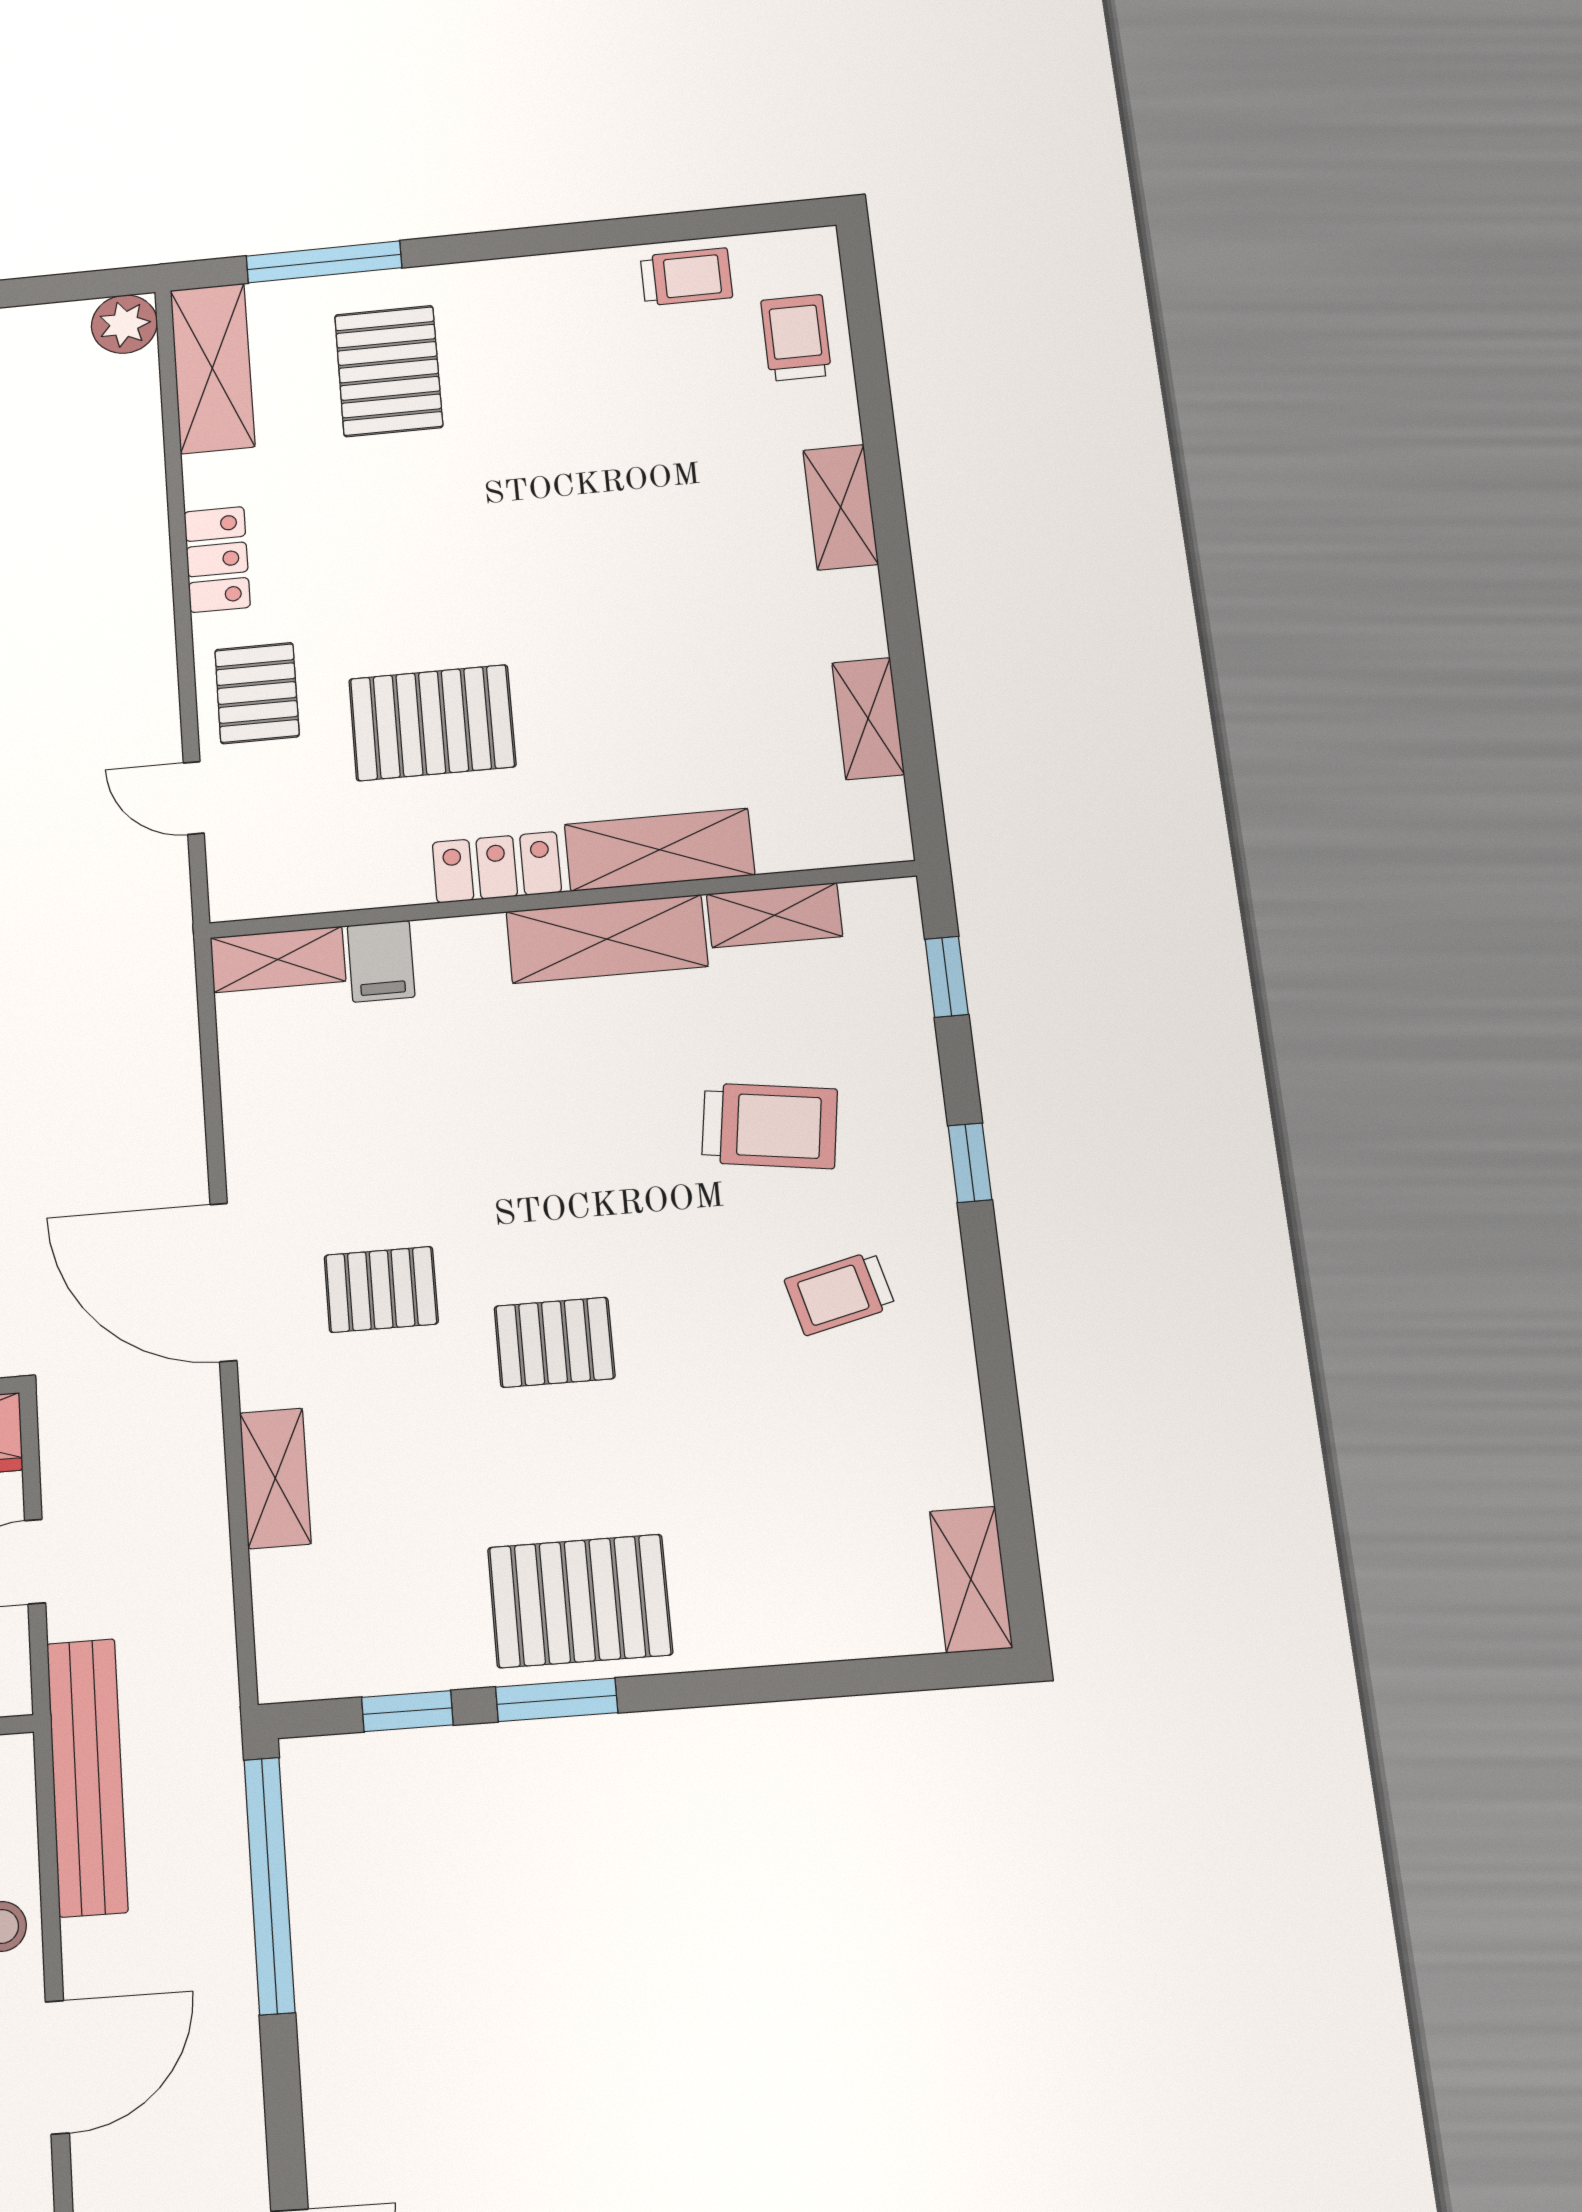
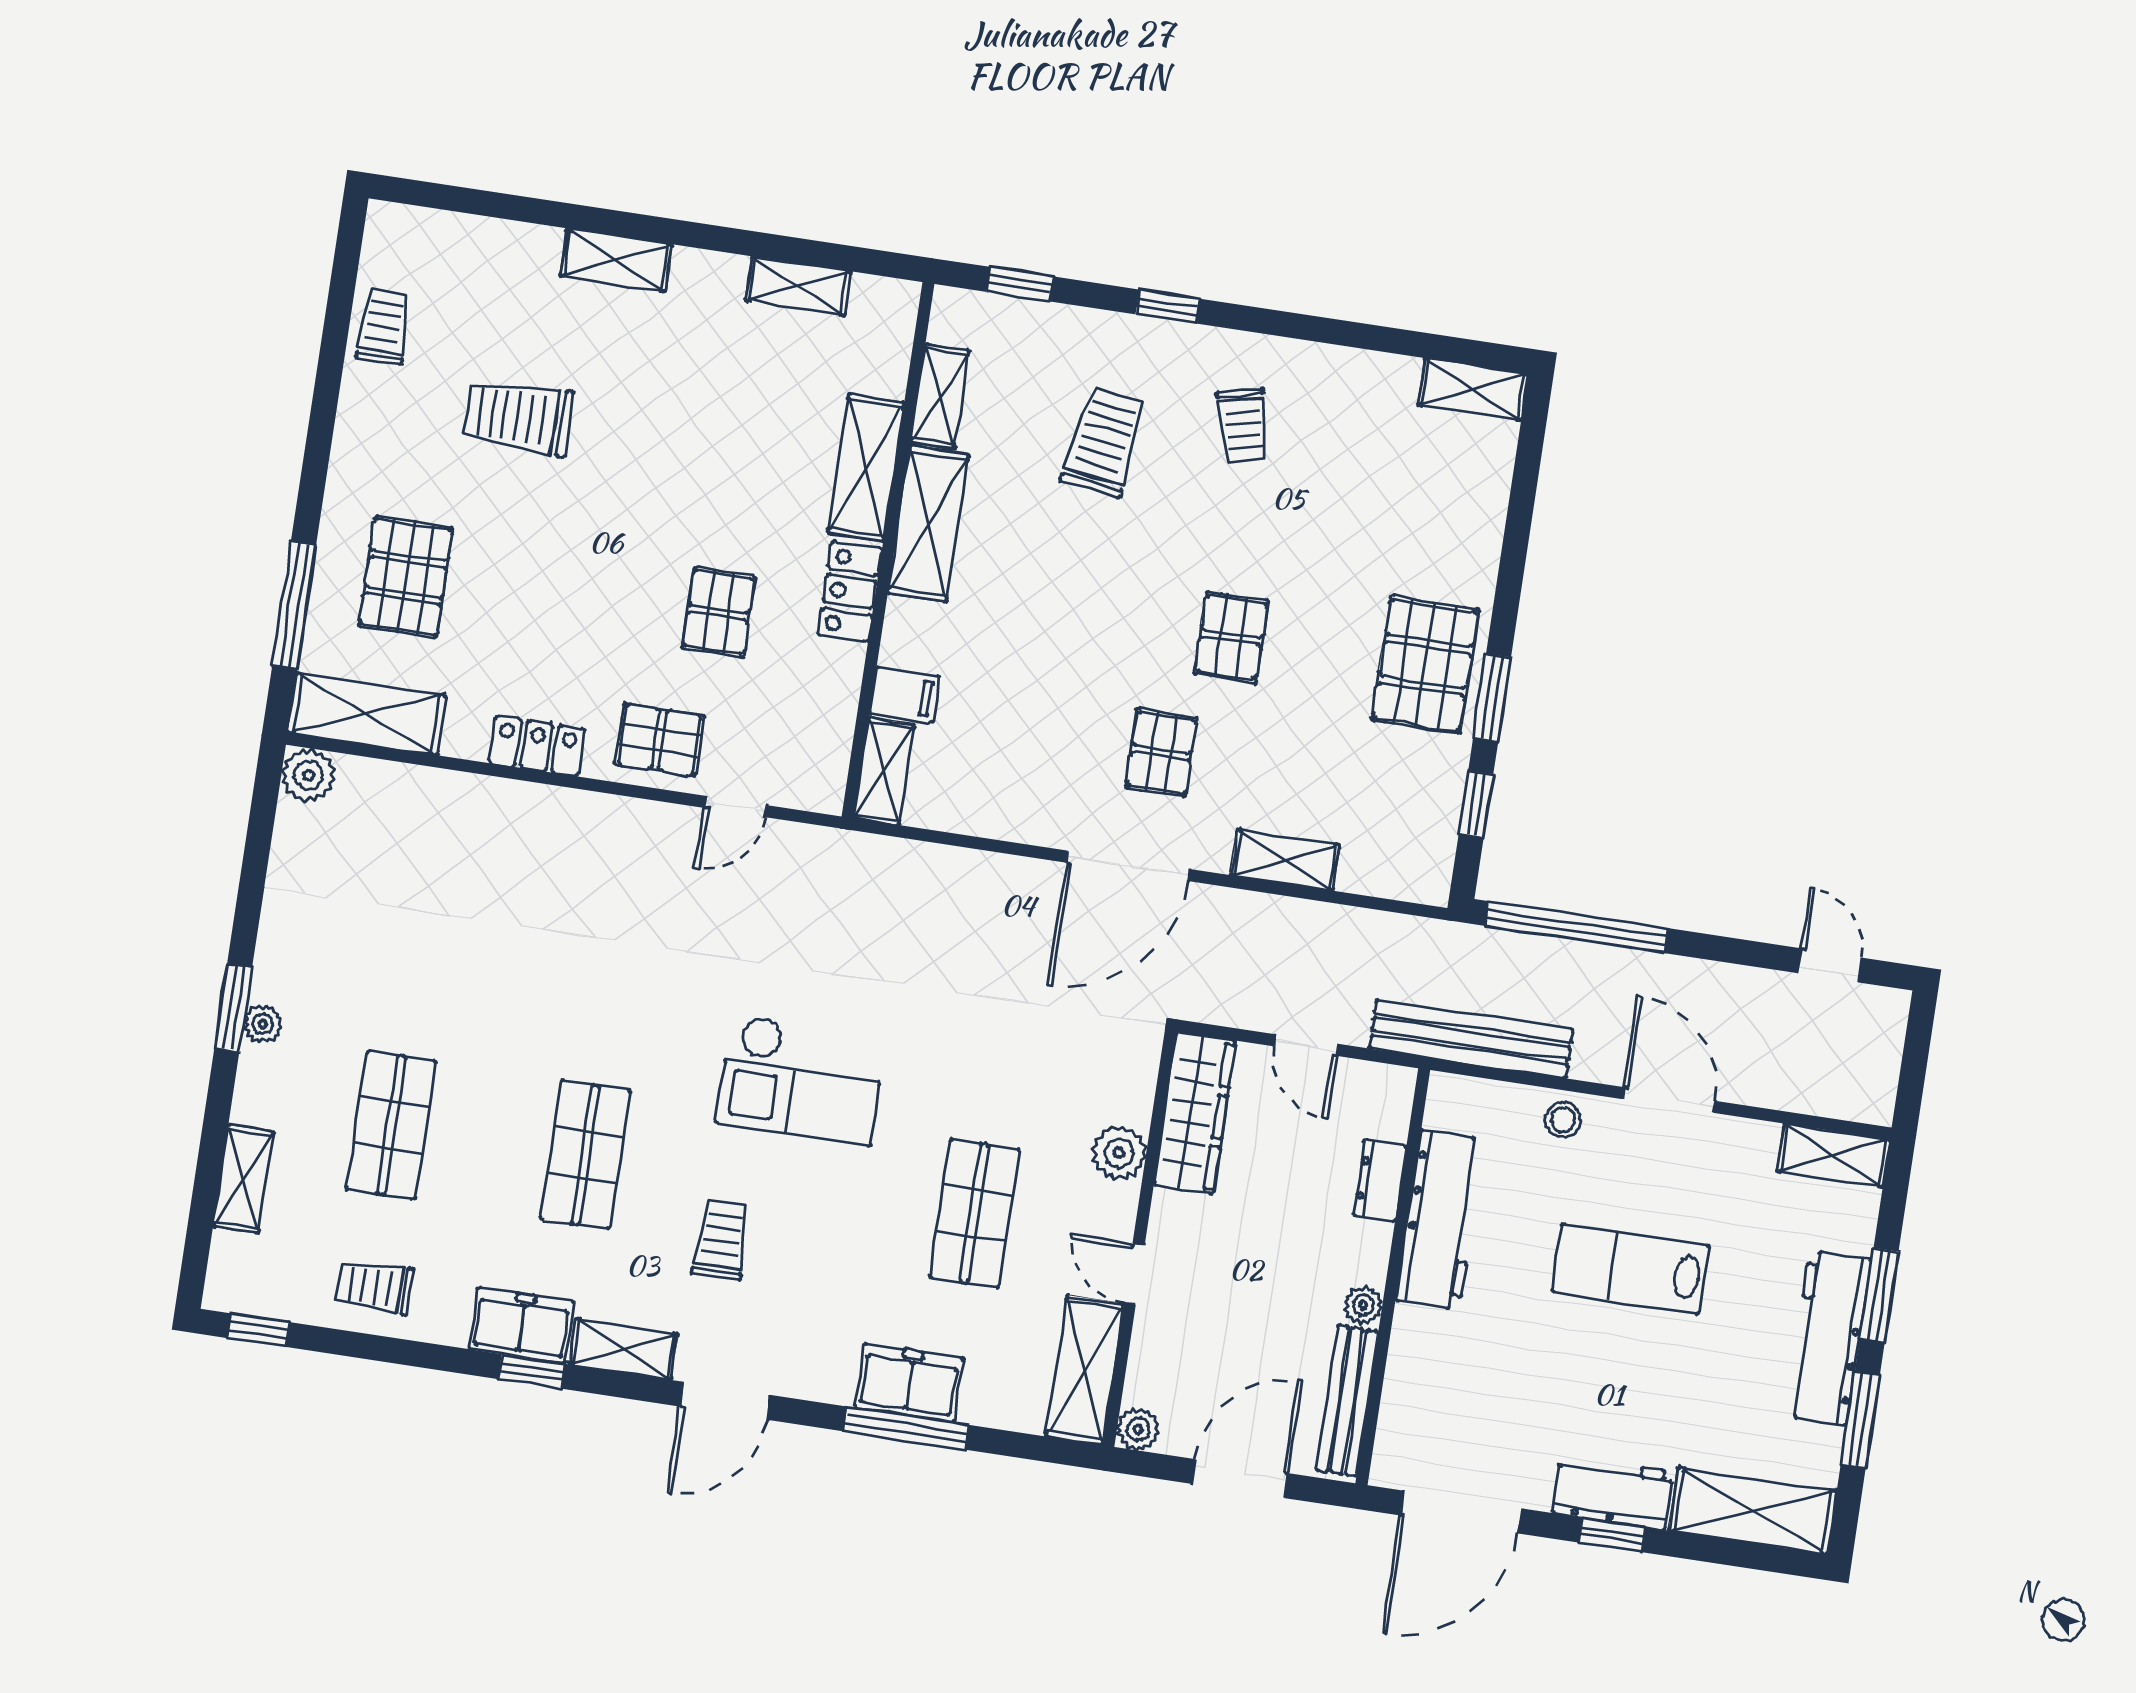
trolley: (796, 338) -> (518, 417), moved, width x1.36, depth x1.39
pallet: (389, 371) -> (406, 577), turned 90
pallet: (432, 723) -> (718, 612), width x0.67, depth x0.71

